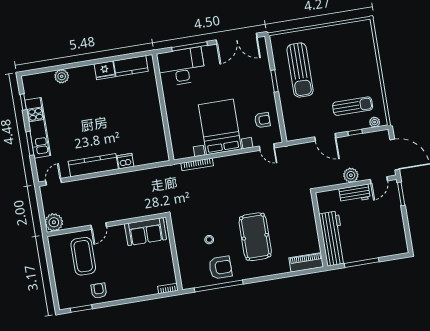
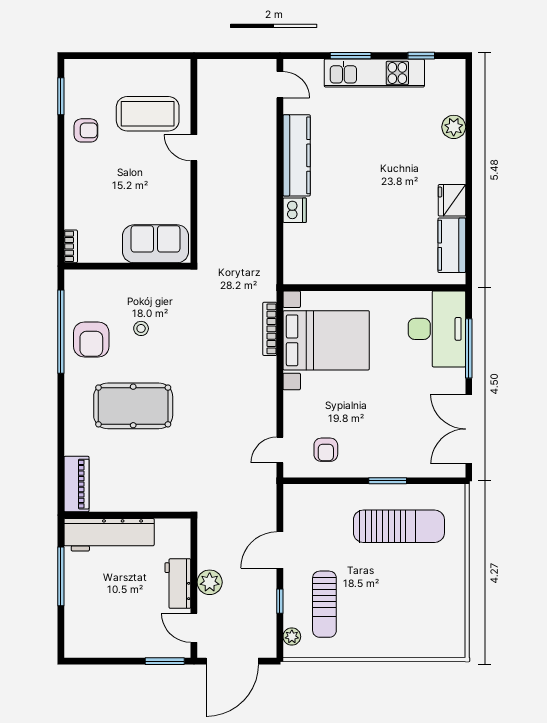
sun lounger: (300, 70) -> (399, 526), turned 180
bed with nightstands: (220, 127) -> (326, 340), moved
plant: (54, 222) -> (212, 74), removed
sofa: (145, 232) -> (156, 244), moved, turned 90

